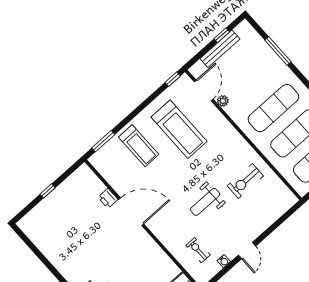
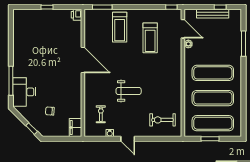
door: (204, 91) -> (183, 29), hinge flipped
treadmill: (179, 129) -> (150, 38), width x0.73, depth x0.73
exercise bike: (245, 181) -> (162, 120), moved
printer: (108, 198) -> (77, 15), moved
weight bench: (205, 202) -> (129, 91), turned 180
door: (247, 251) -> (128, 139), hinge flipped

